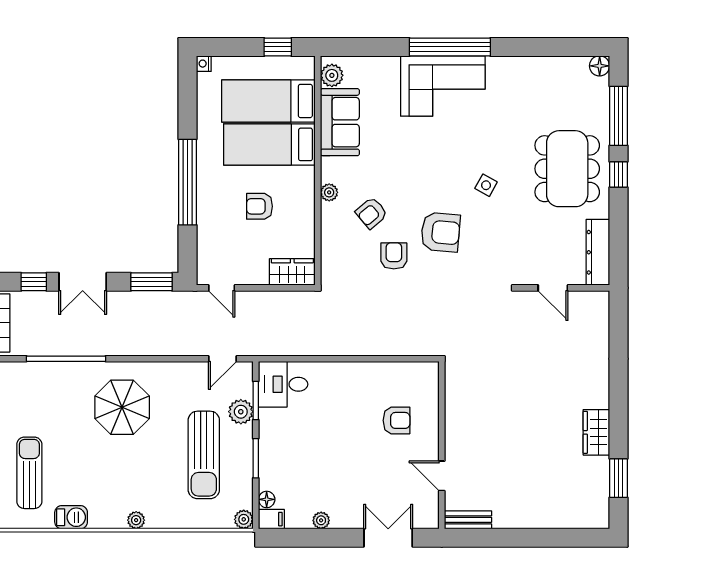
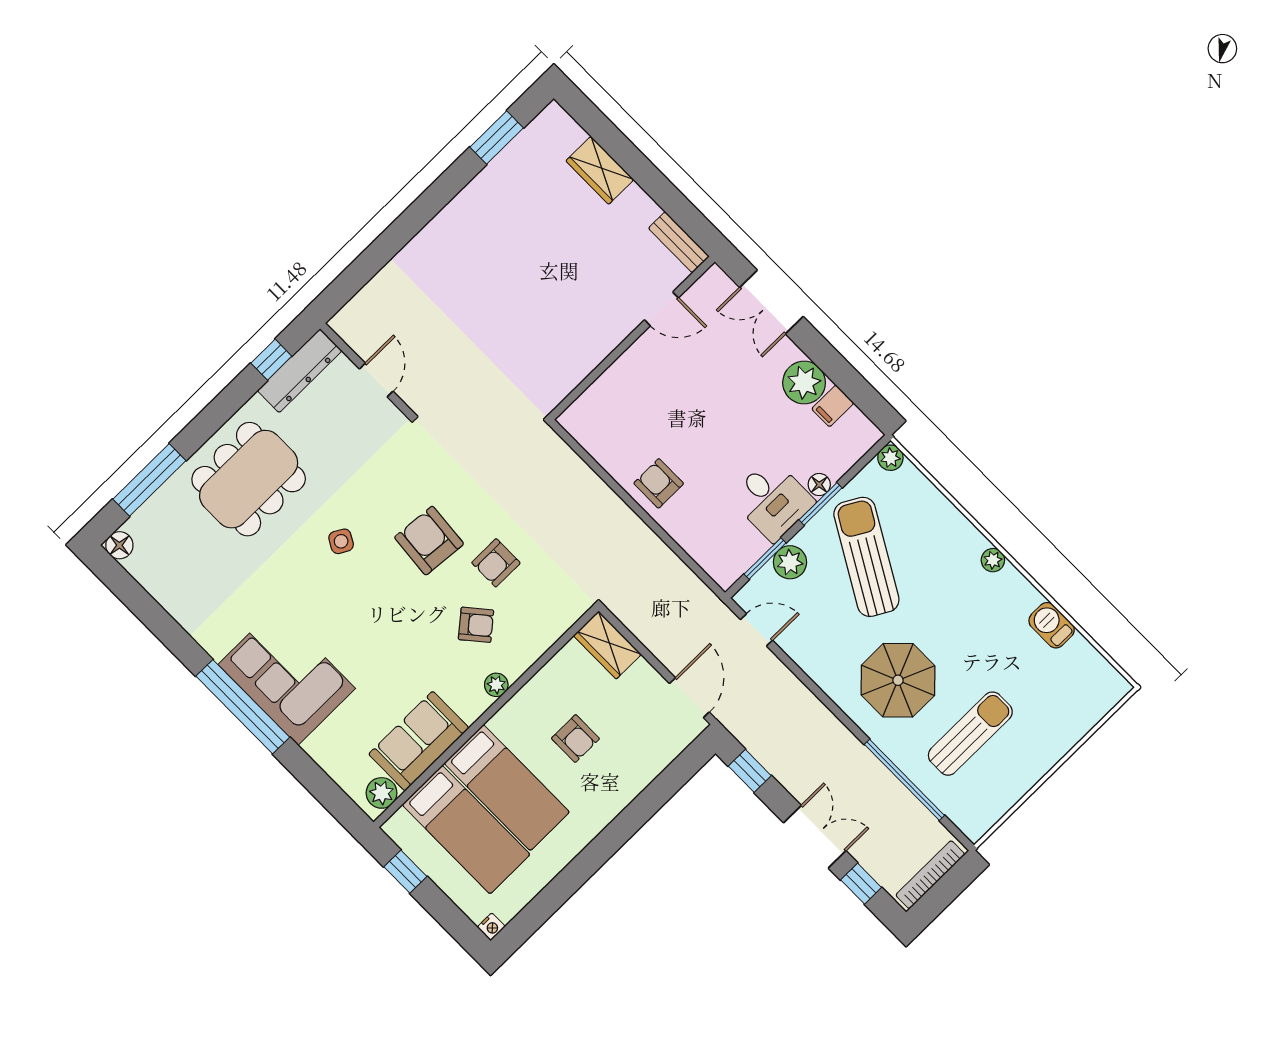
window: (619, 174) -> (271, 360), moved
window: (188, 182) -> (620, 830), removed
window: (151, 282) -> (750, 771), width x0.67
door: (222, 288) -> (689, 698), width x1.38
desk: (283, 384) -> (772, 500), moved
armchair: (396, 420) -> (659, 483), moved
wardrobe: (596, 432) -> (600, 170), moved, turned 90
sun lounger: (204, 455) -> (866, 557), turned -60
sun lounger: (29, 473) -> (970, 734), moved, turned 180
door: (442, 476) -> (662, 309), hinge flipped
floor lamp: (267, 499) -> (819, 485), moved
filing cabinet: (271, 519) -> (833, 406), moved, turned -90
plant: (321, 520) -> (804, 383), width x1.88, depth x1.88

